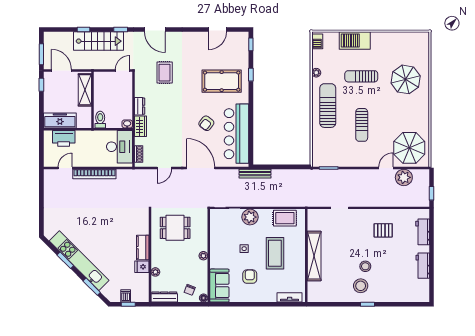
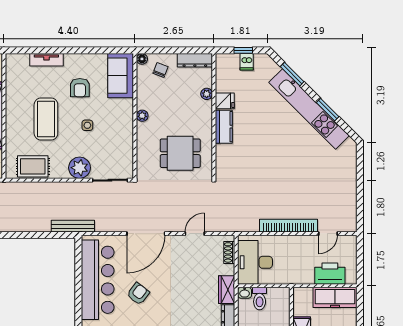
toilet: (100, 120) -> (260, 299), moved
door: (201, 168) -> (146, 234), hinge flipped
tv unit: (290, 297) -> (46, 60), moved

